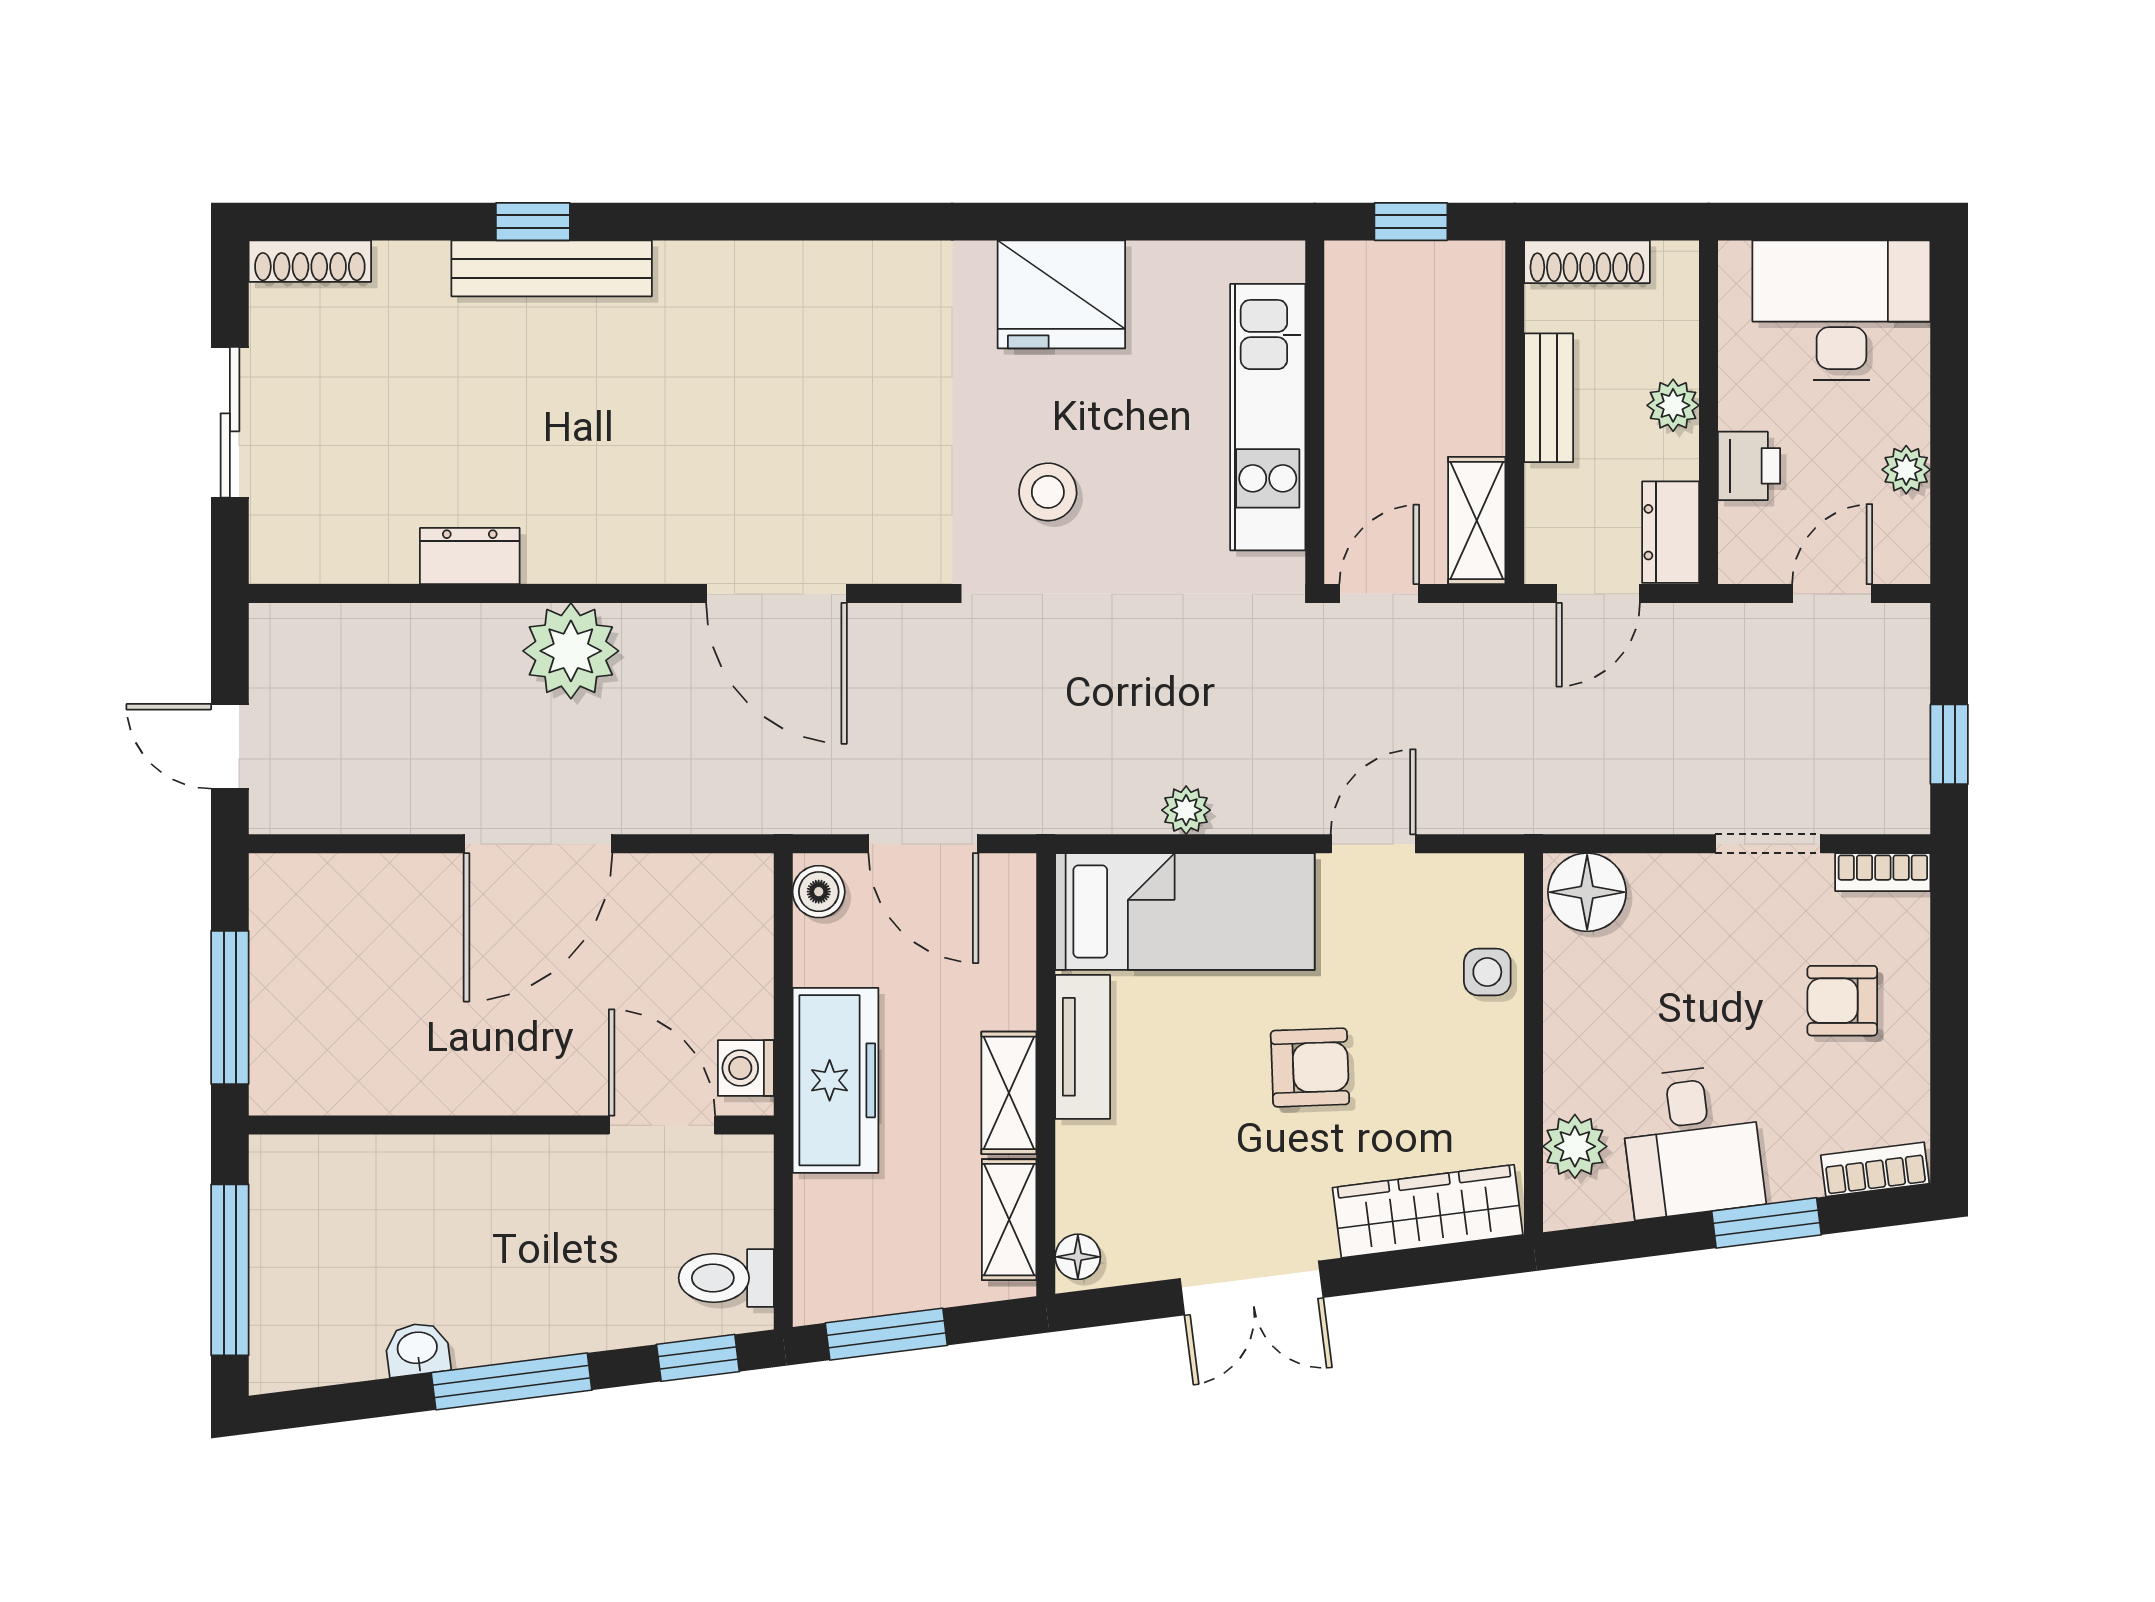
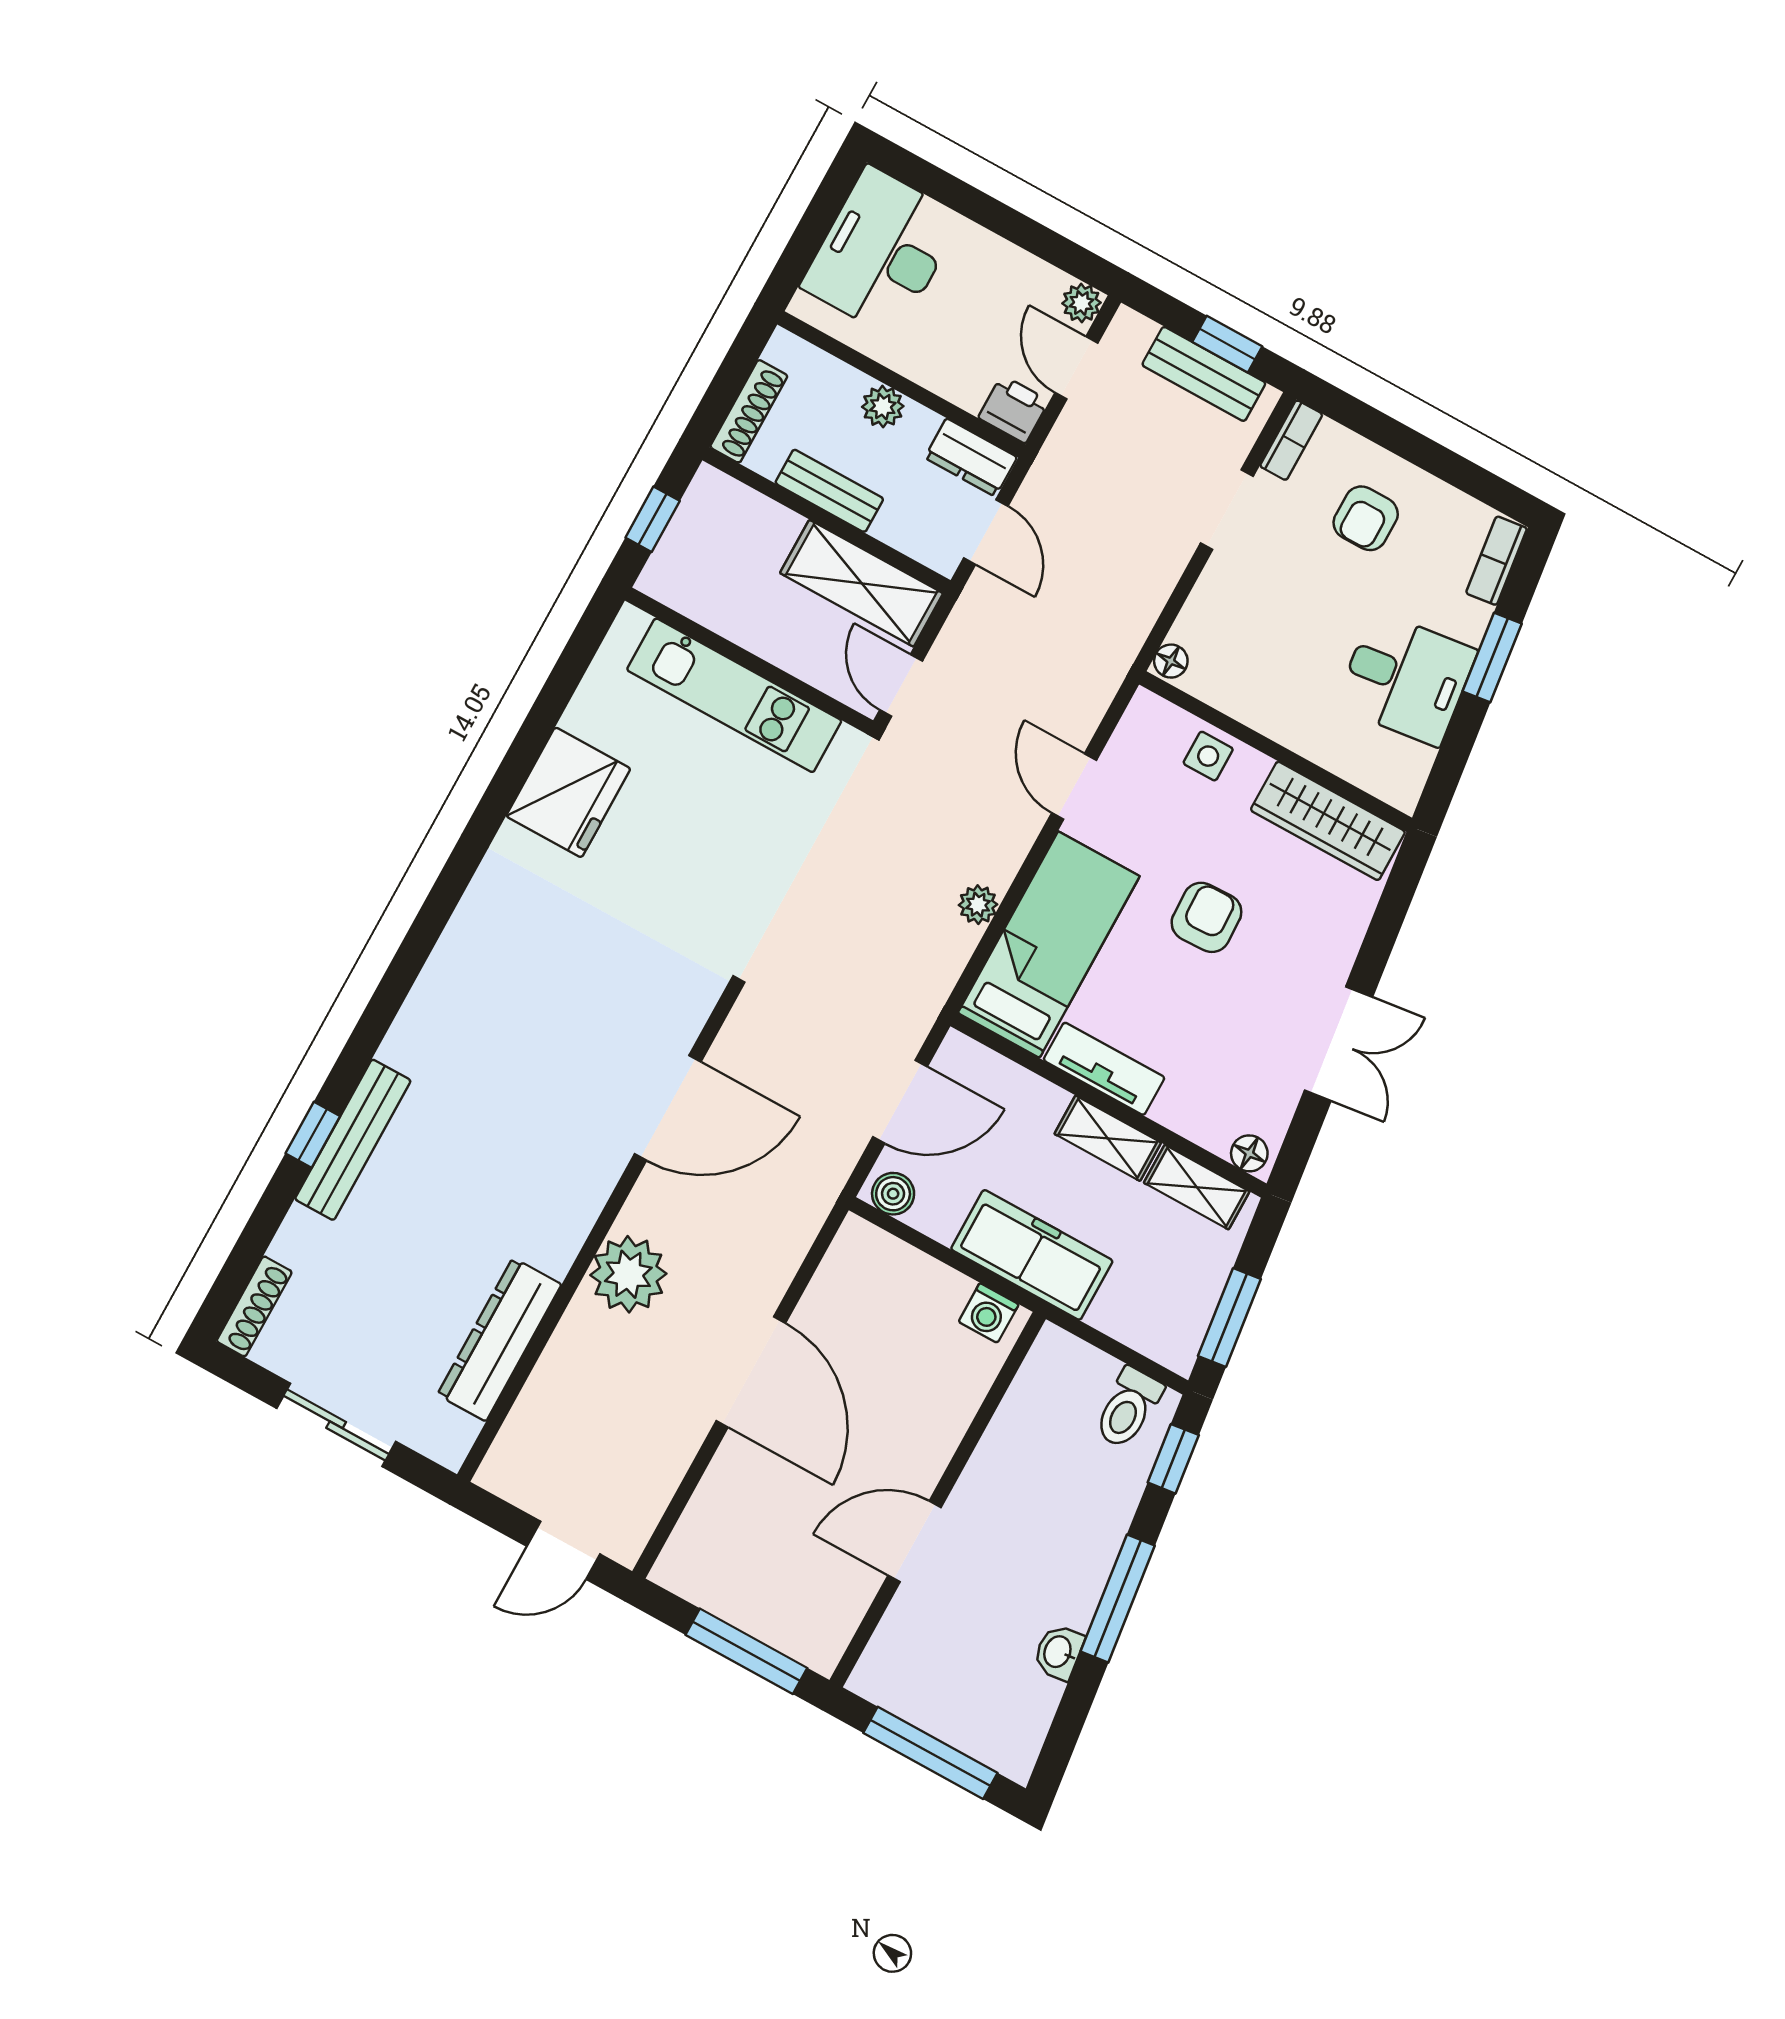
printer: (1749, 466) -> (1014, 409), moved
plant: (1906, 470) -> (1081, 303), moved
stool: (1048, 492) -> (702, 878), removed
shelving: (1477, 521) -> (862, 583), width x1.50, depth x1.33
dresser: (470, 556) -> (499, 1340), width x1.96, depth x1.24
bench: (1902, 737) -> (1204, 374), added
floor lamp: (1587, 892) -> (1171, 661), width x0.53, depth x0.53
door: (662, 1125) -> (915, 1542), moved
plant: (1575, 1146) -> (1364, 762), removed
wardrobe: (1428, 1211) -> (1328, 821), moved, turned -83

